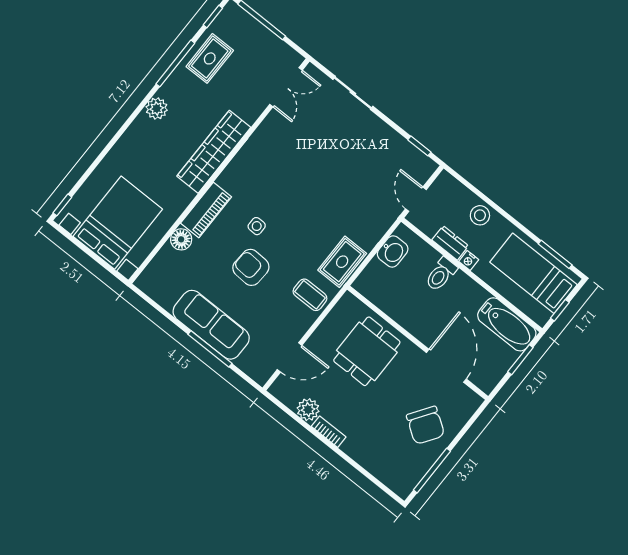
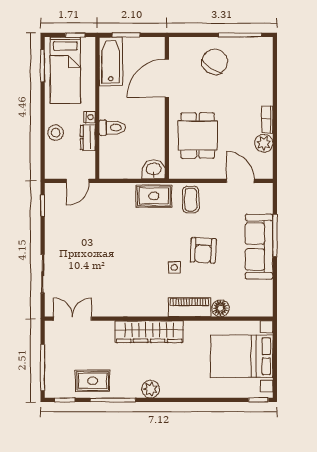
washbasin: (393, 251) -> (154, 169), moved
dining table: (367, 351) -> (198, 136), turned 90

